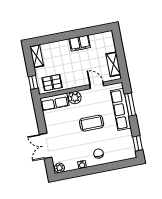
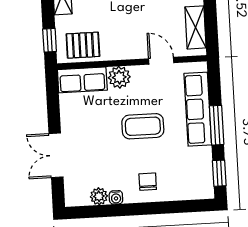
window: (130, 105) -> (217, 125), moved
plant: (59, 168) -> (99, 196), moved

